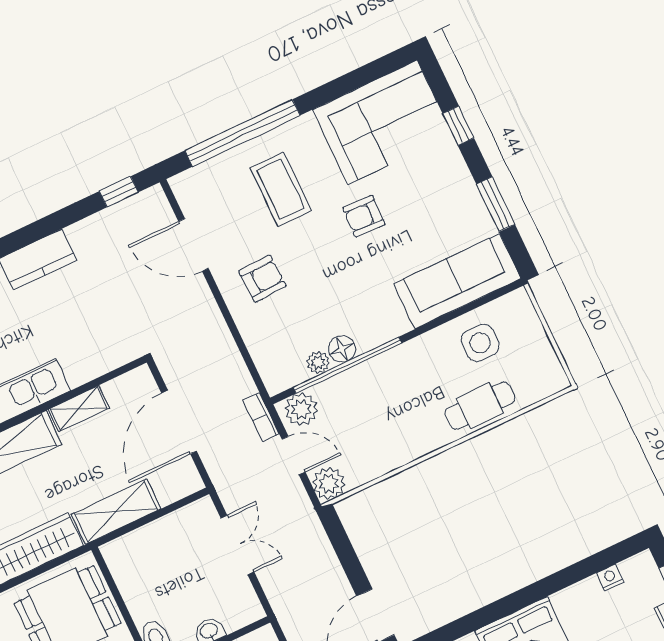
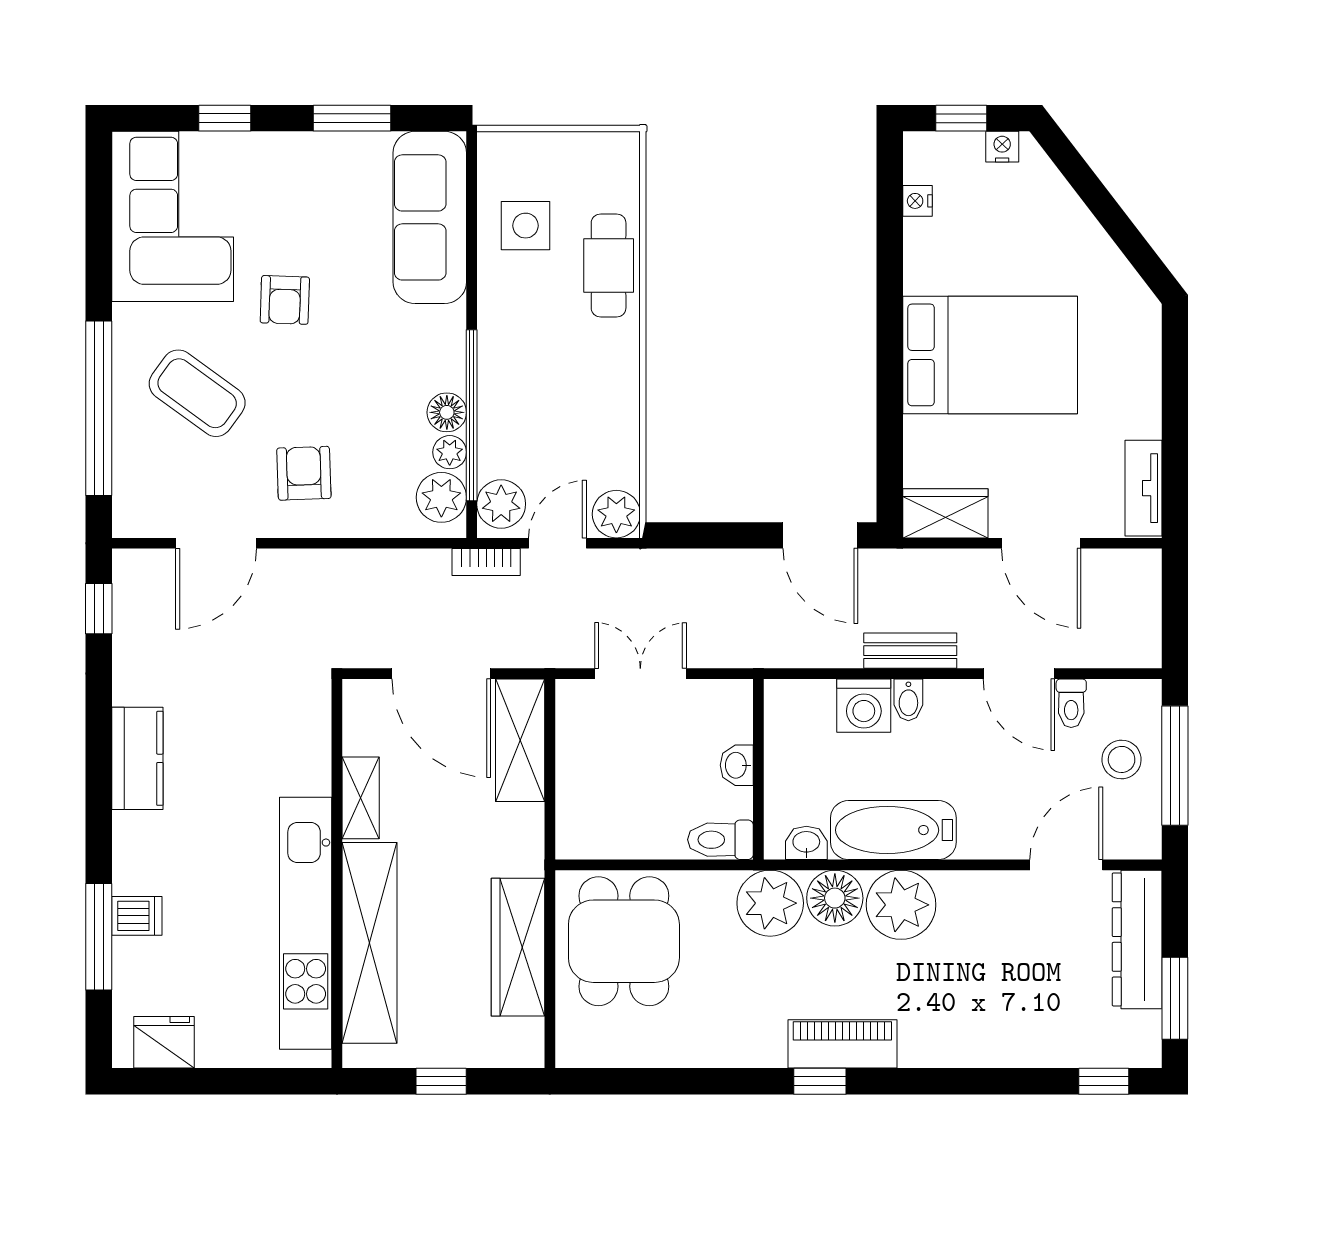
coffee table: (281, 189) -> (197, 393), turned 36
plant: (288, 371) -> (441, 497), added
shelving: (116, 512) -> (520, 740), moved

